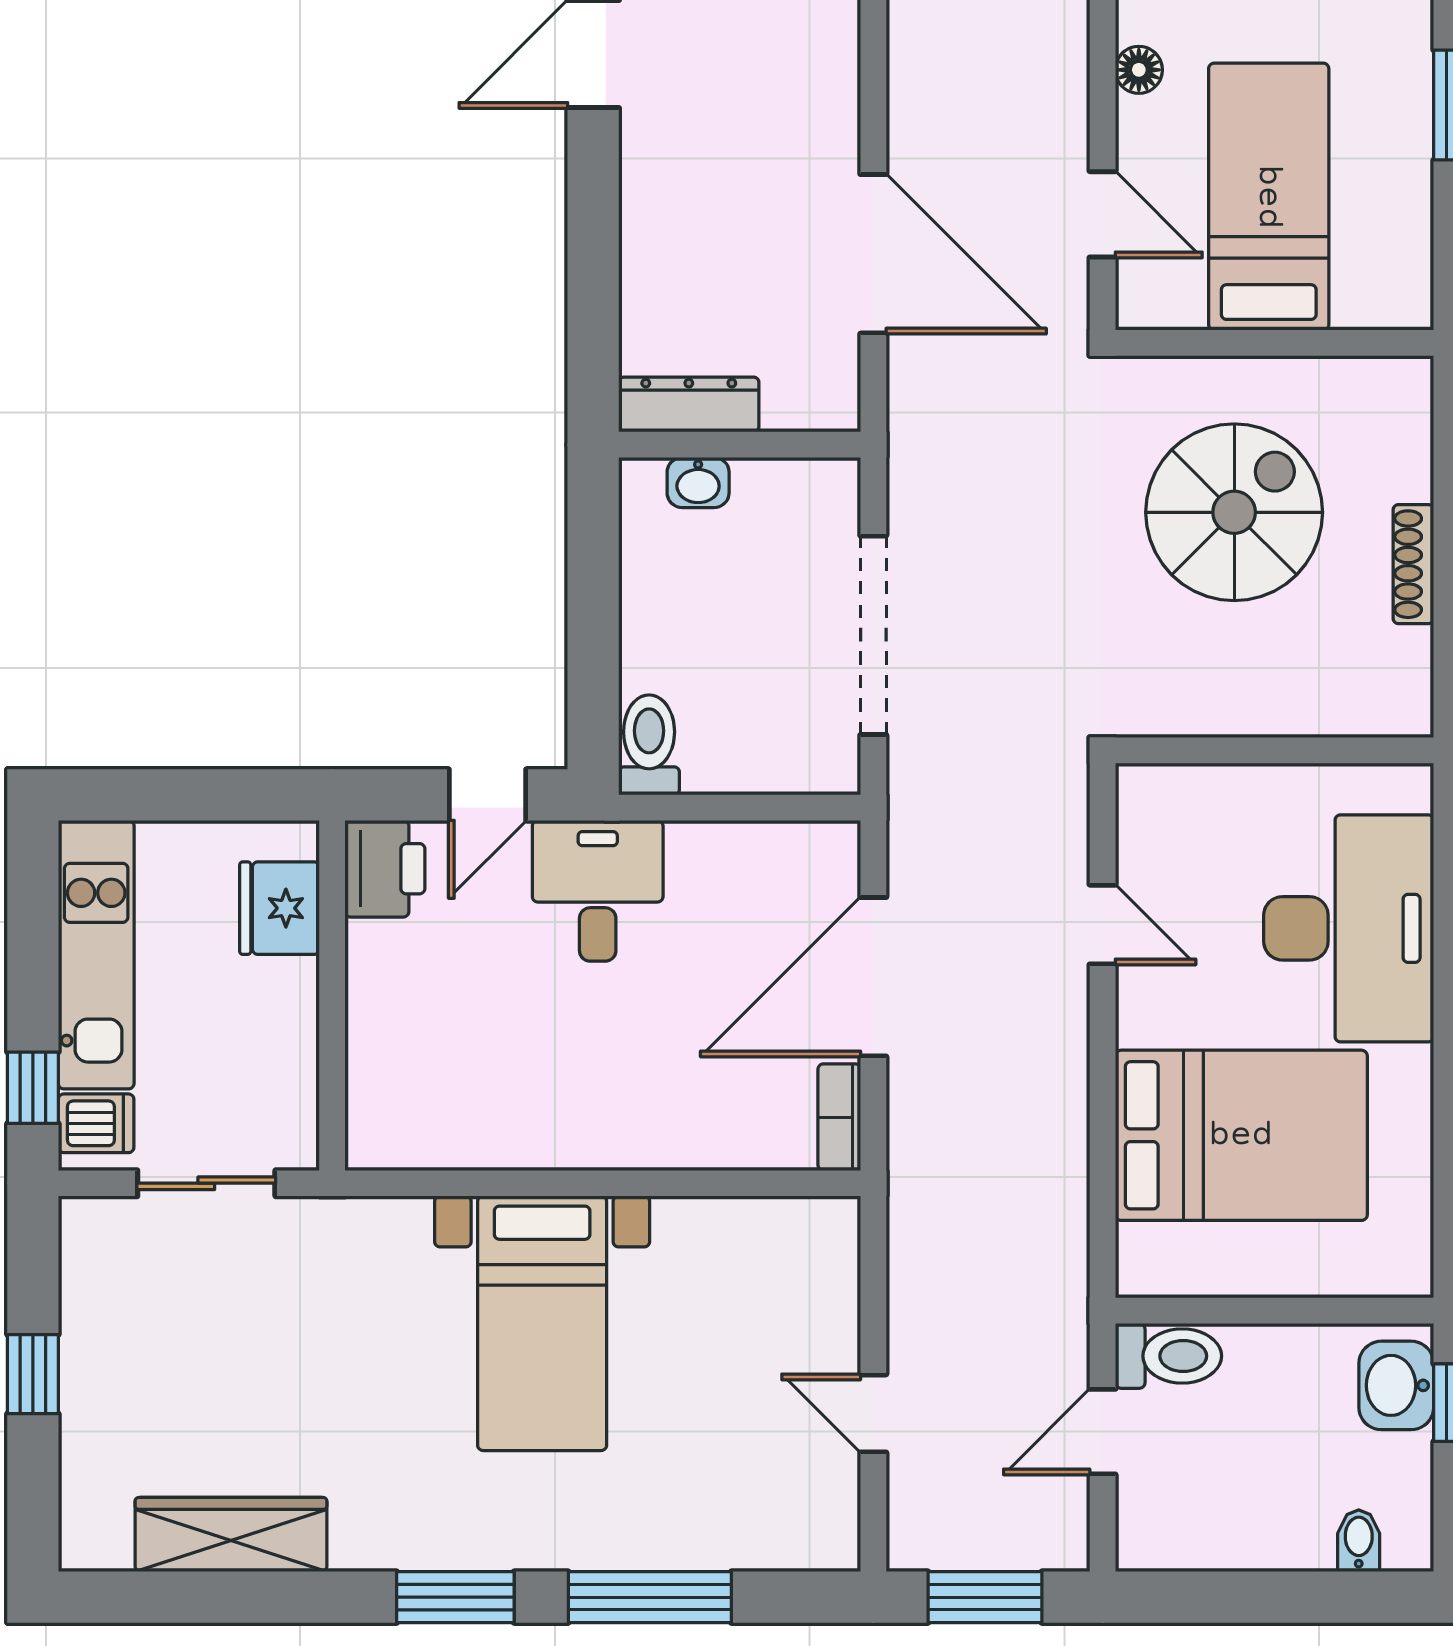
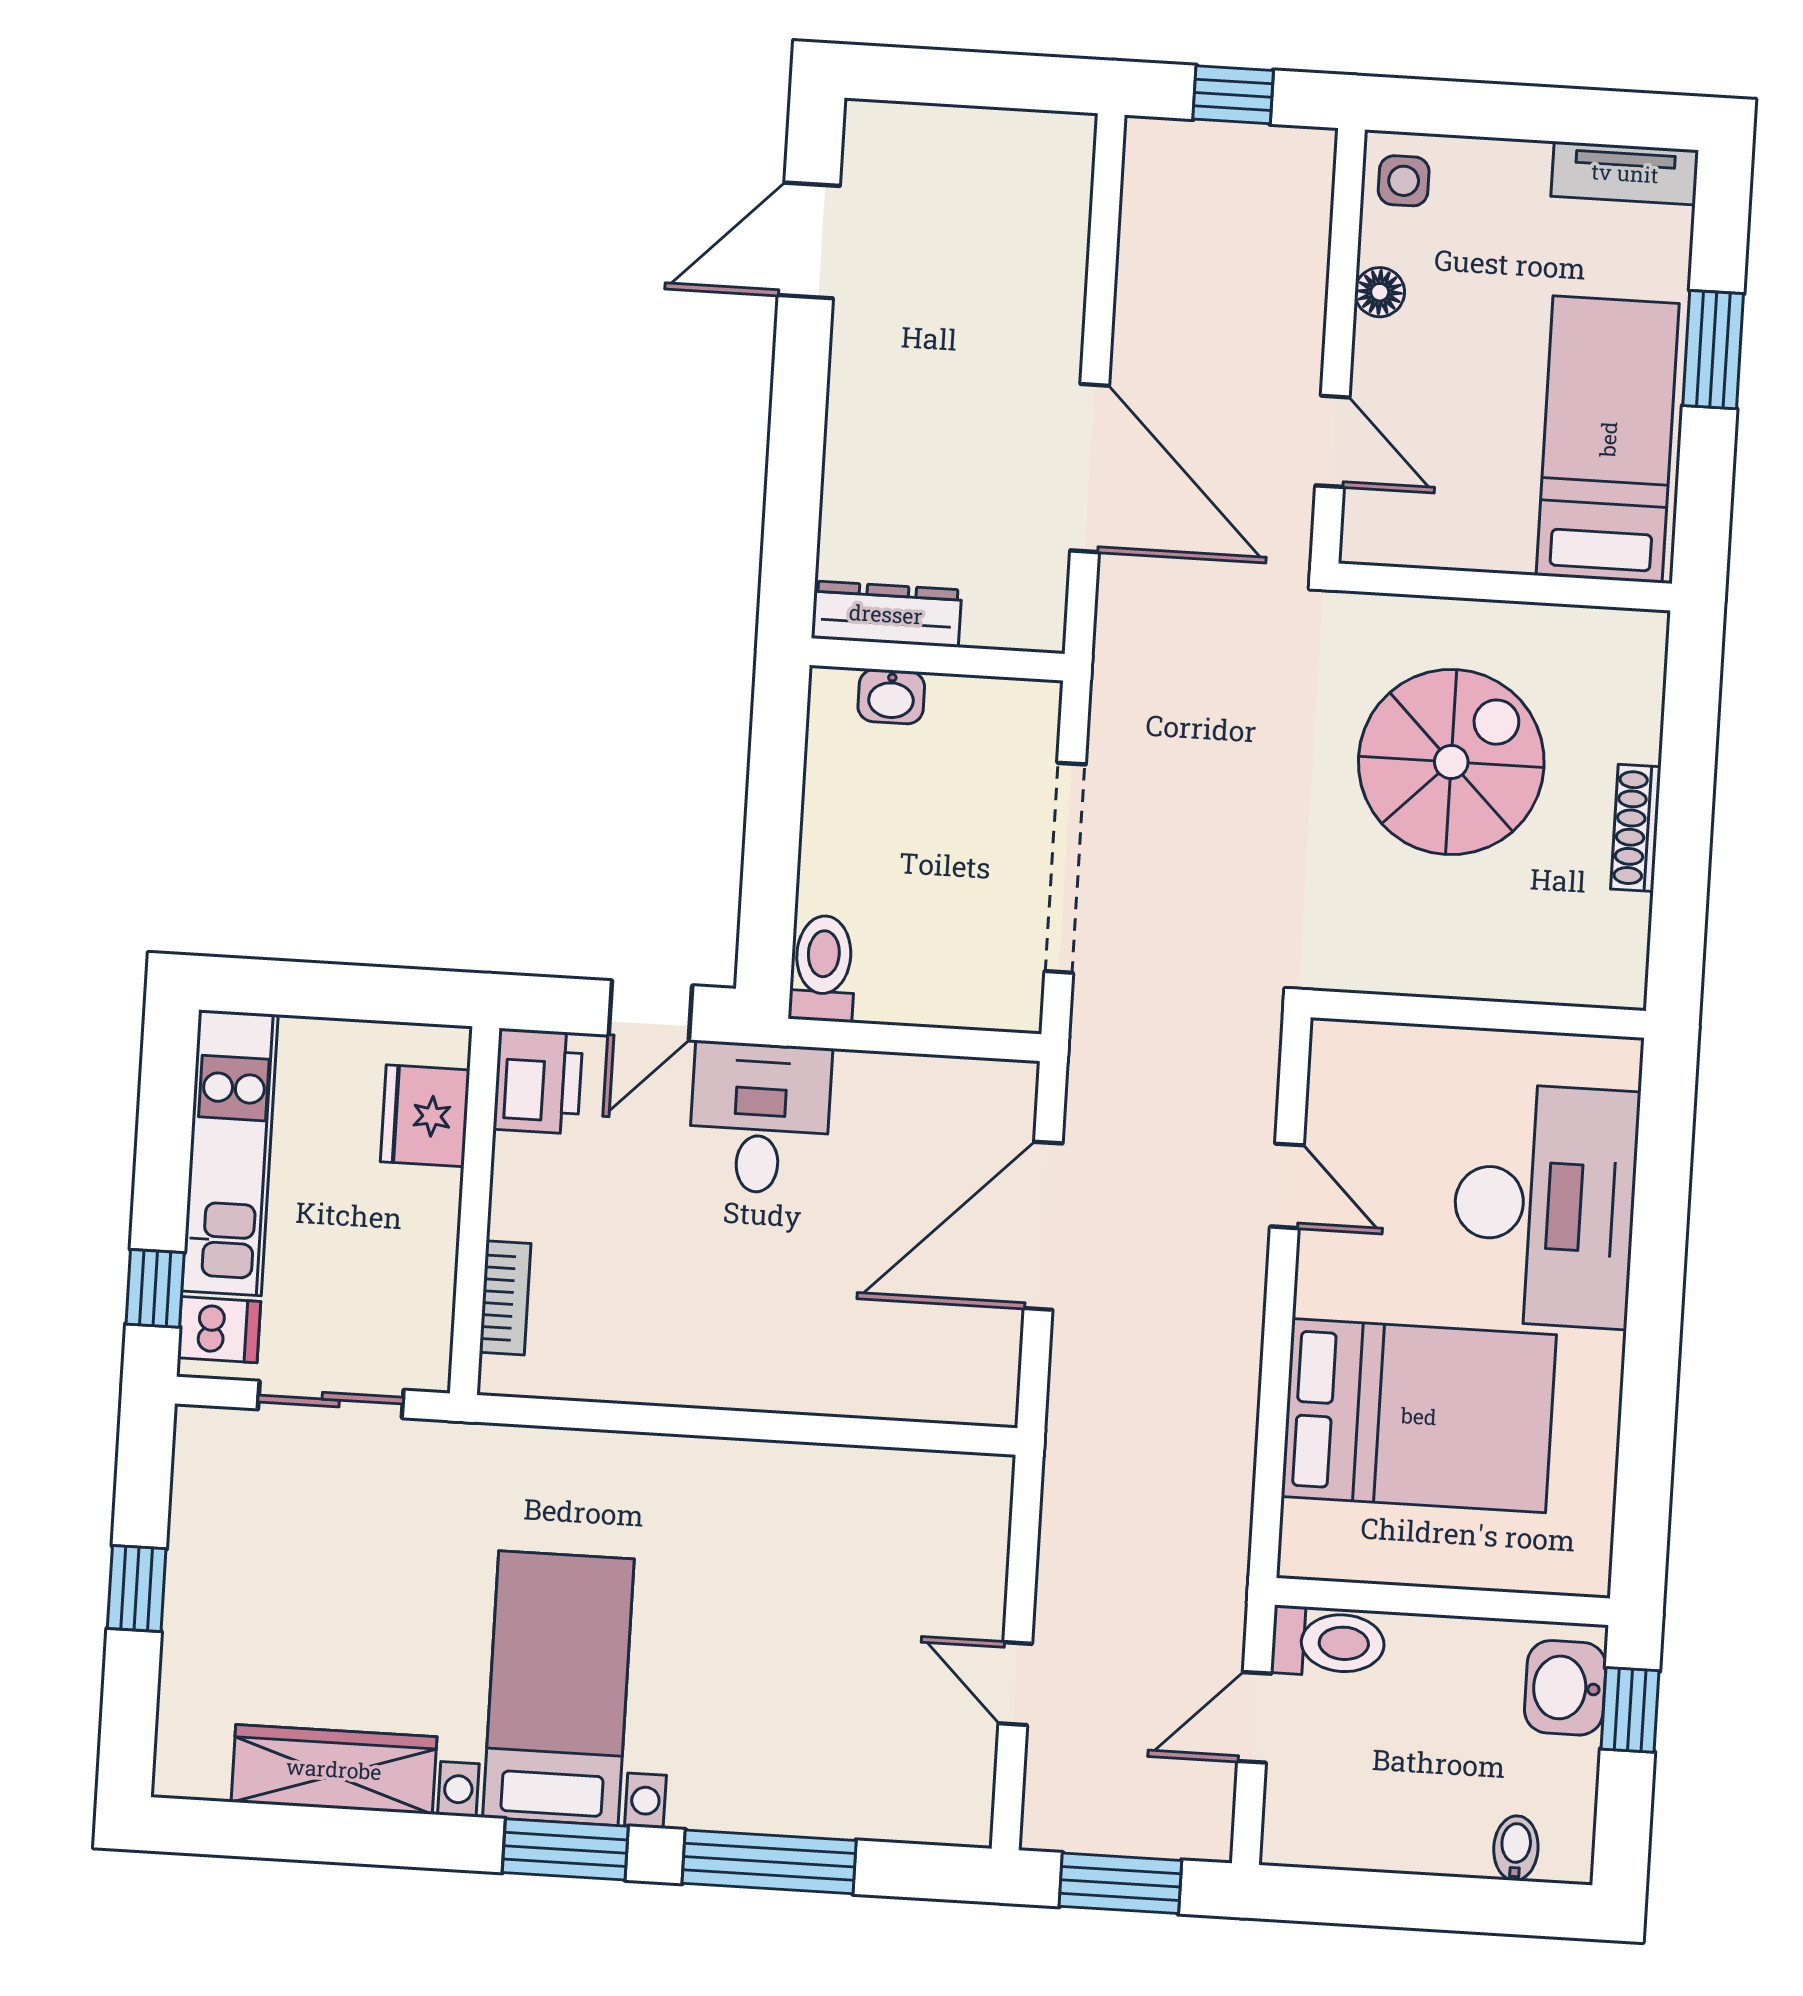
bed: (1269, 197) -> (1608, 439), moved
bookcase: (839, 1117) -> (505, 1298), moved, turned 180
bed with nightstands: (542, 1323) -> (558, 1688), moved, turned 180

